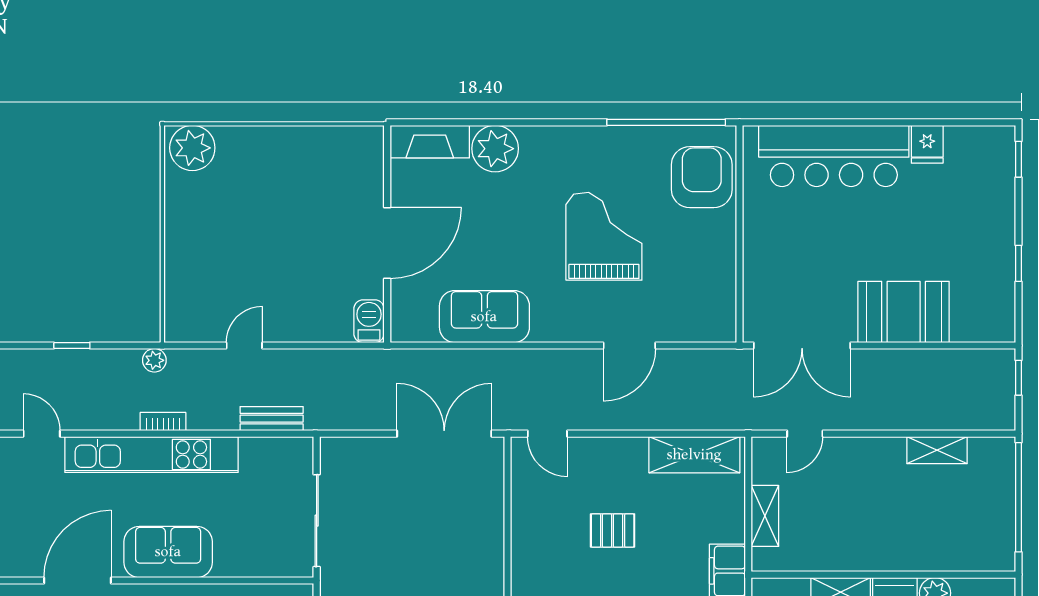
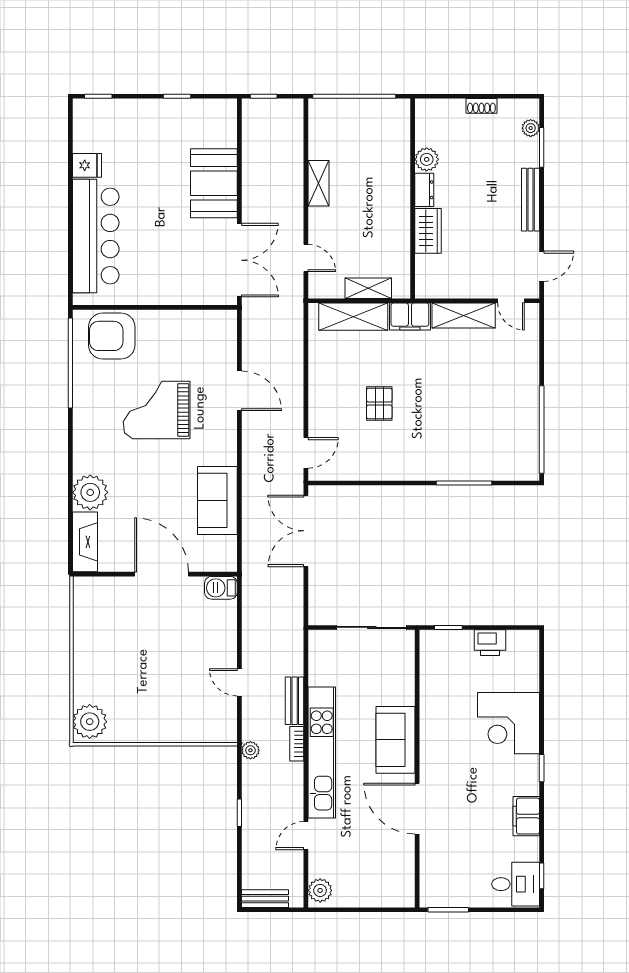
bench: (272, 419) -> (295, 701), moved
shelving: (937, 450) -> (318, 183), moved
shelving: (694, 455) -> (353, 317), moved, turned 90

